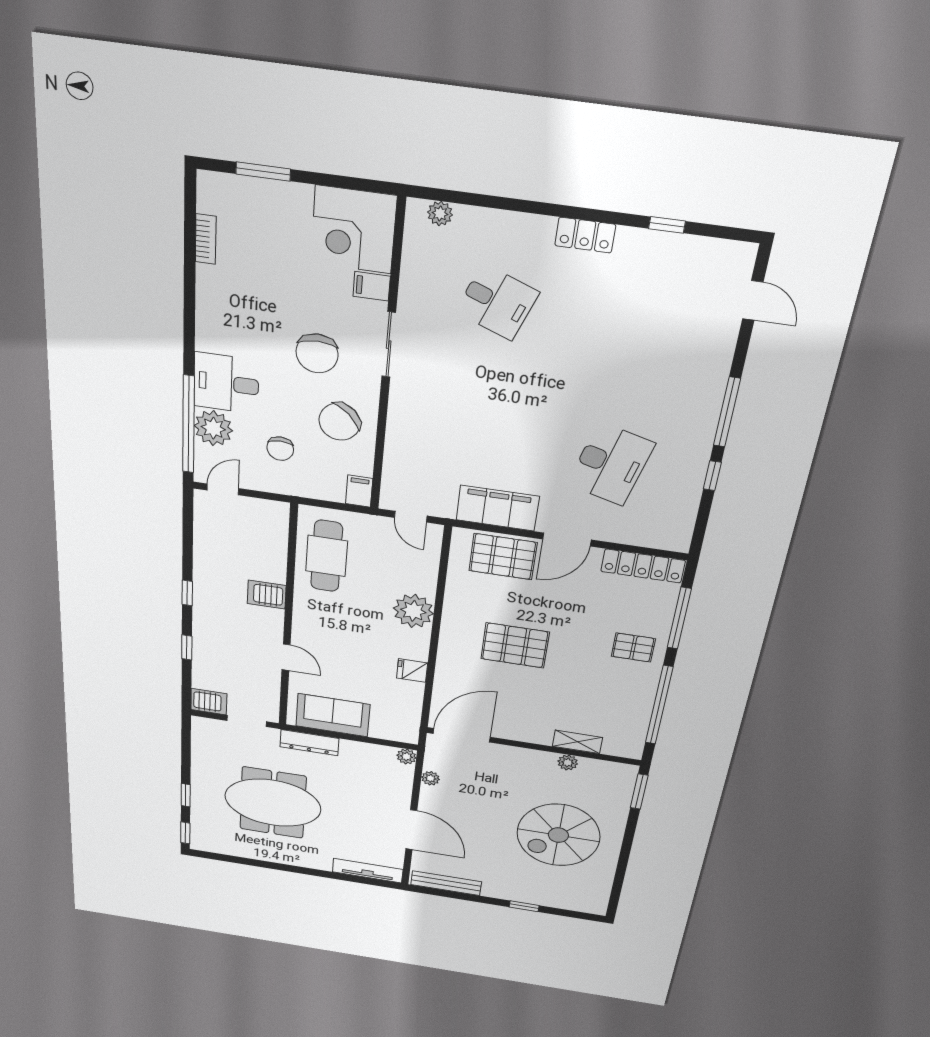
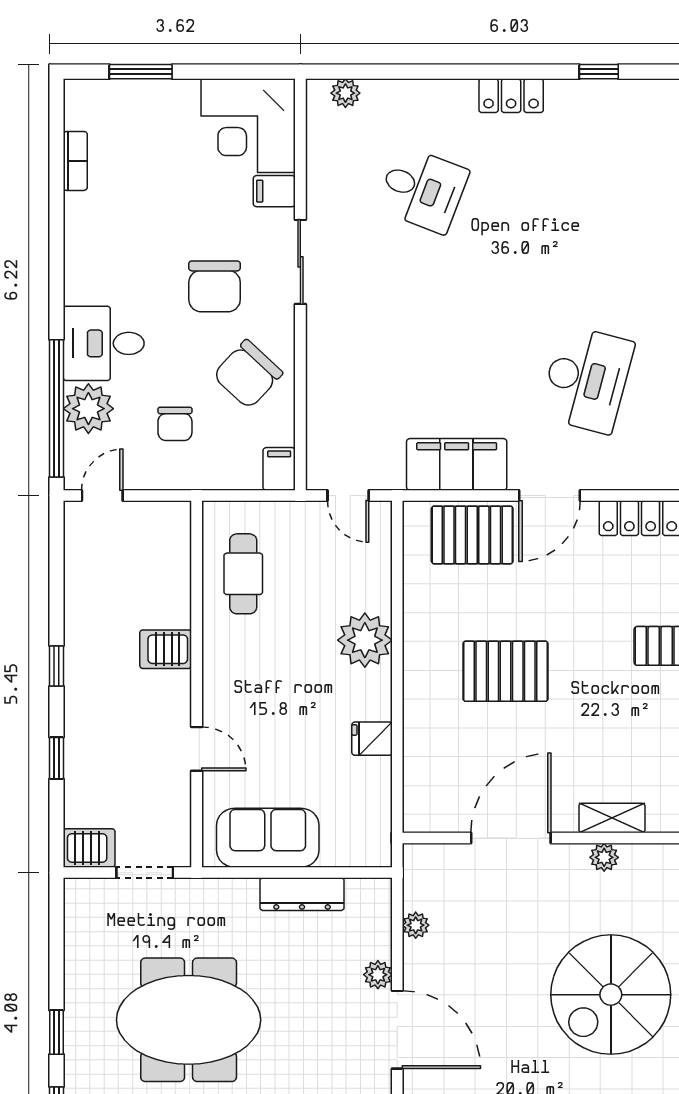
cafe table: (327, 556) -> (243, 574), width x0.73, depth x0.74
door: (462, 735) -> (511, 838), moved
dresser: (309, 743) -> (302, 894), moved
plant: (406, 757) -> (378, 975), moved

